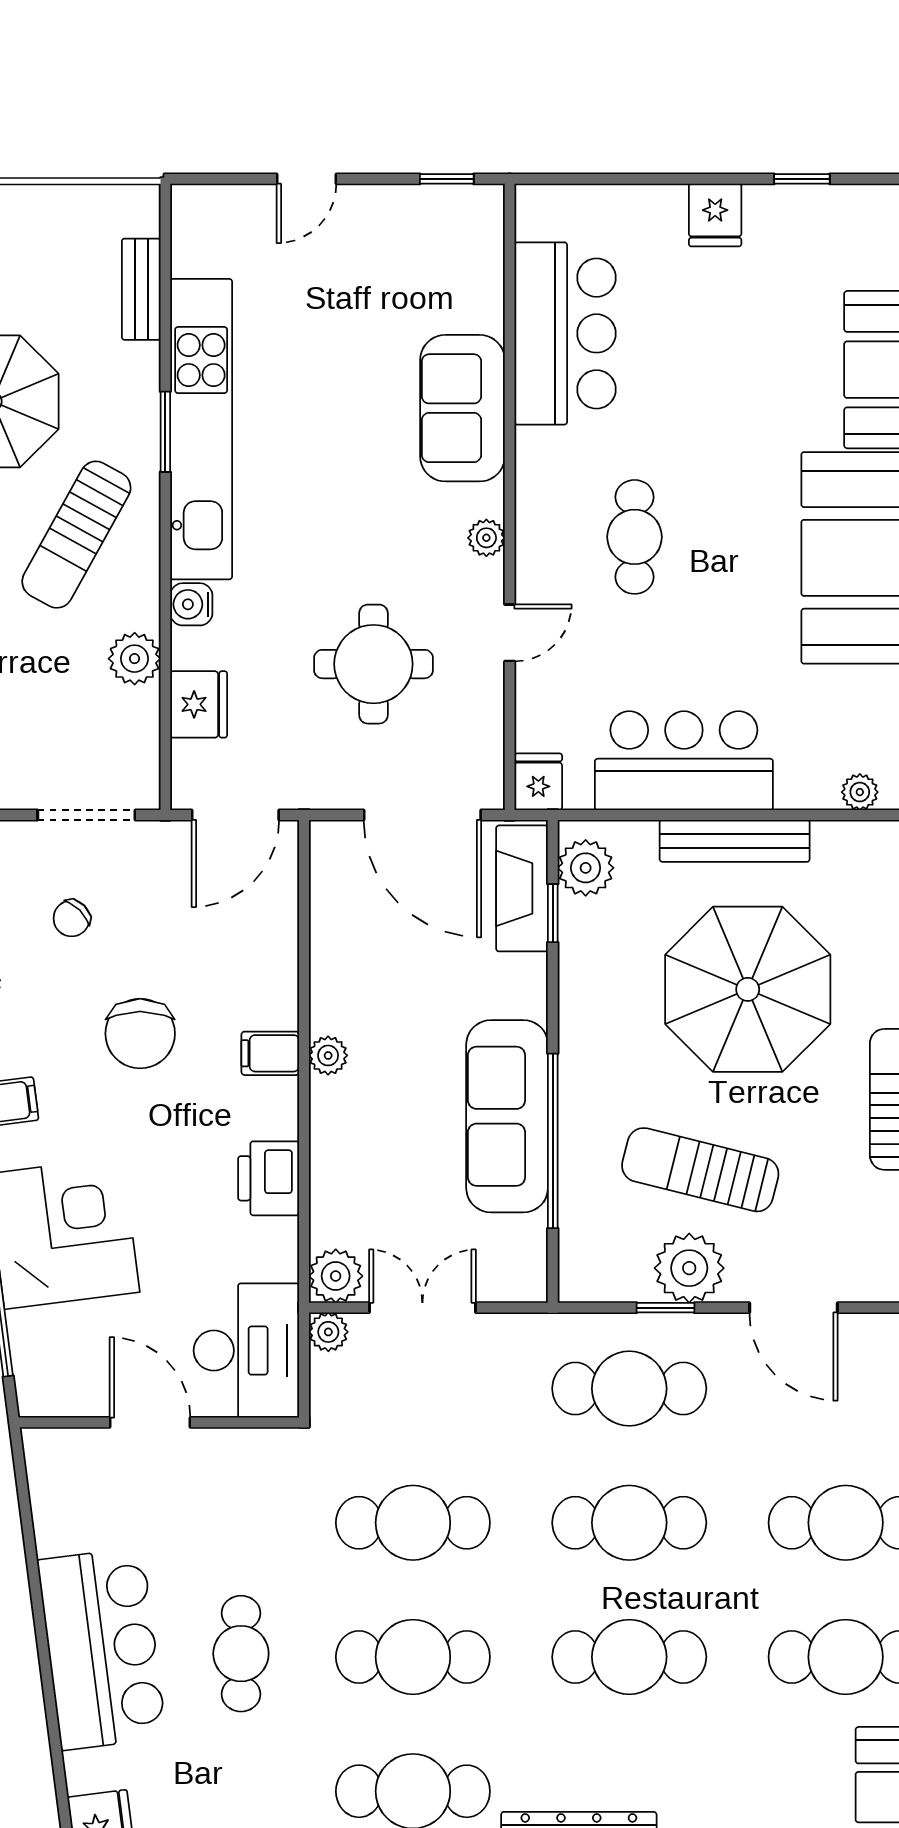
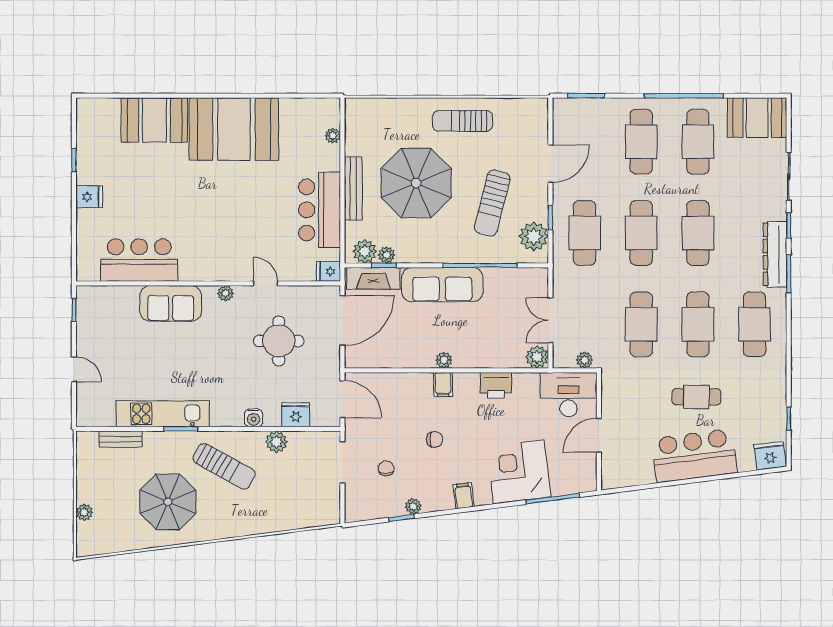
kitchen unit: (201, 429) -> (163, 414), width x0.73
cafe table: (635, 537) -> (225, 231), removed
chair: (72, 918) -> (386, 468), turned -135
plant: (577, 920) -> (387, 255), added
chair: (140, 1034) -> (435, 439), width x0.54, depth x0.54
sofa: (507, 1116) -> (442, 285), moved
plant: (689, 1268) -> (534, 236), moved
plant: (328, 1332) -> (584, 360), moved

